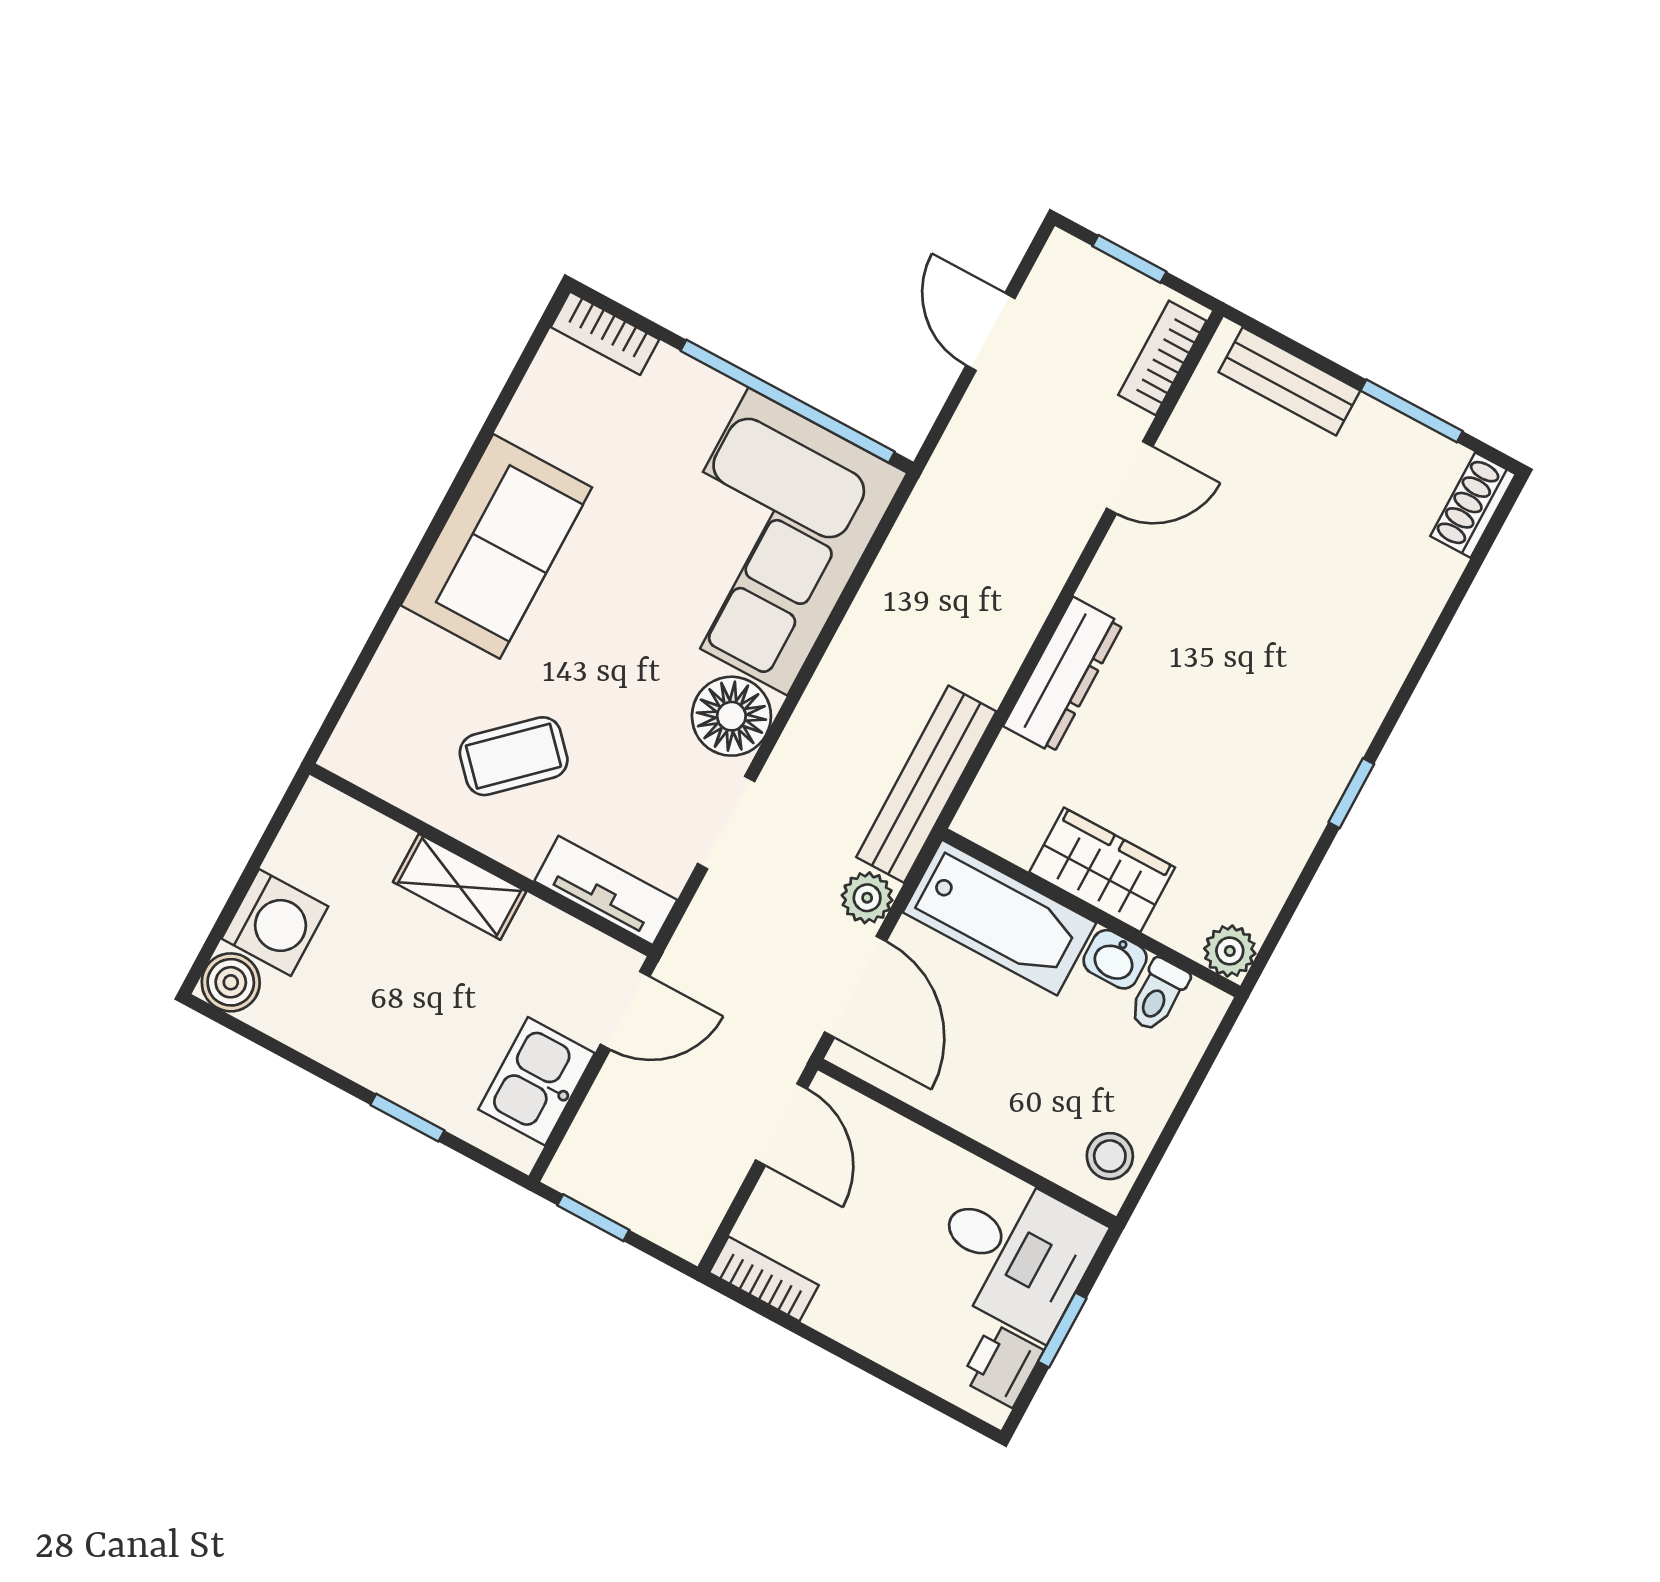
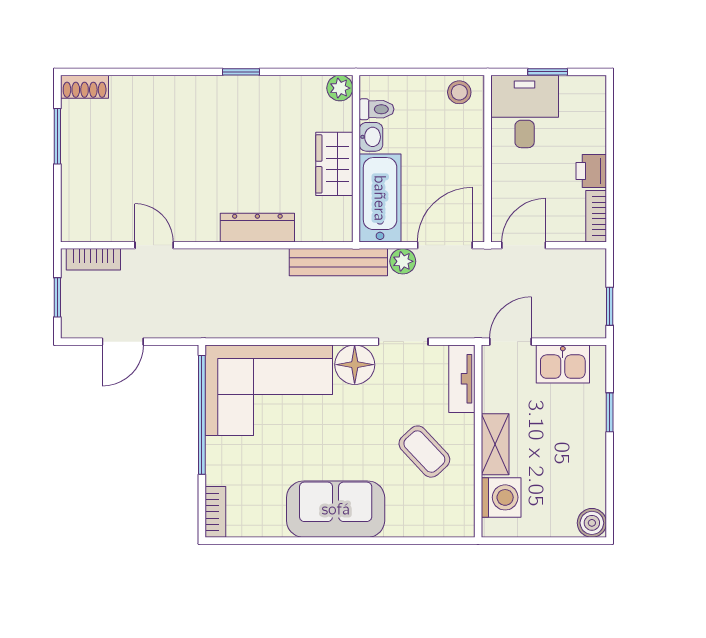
bench: (1289, 381) -> (73, 197), removed
washing machine: (275, 922) -> (501, 497), moved, turned 90
door: (625, 1010) -> (510, 342), hinge flipped
printer: (1002, 1365) -> (591, 171), moved, turned 90

